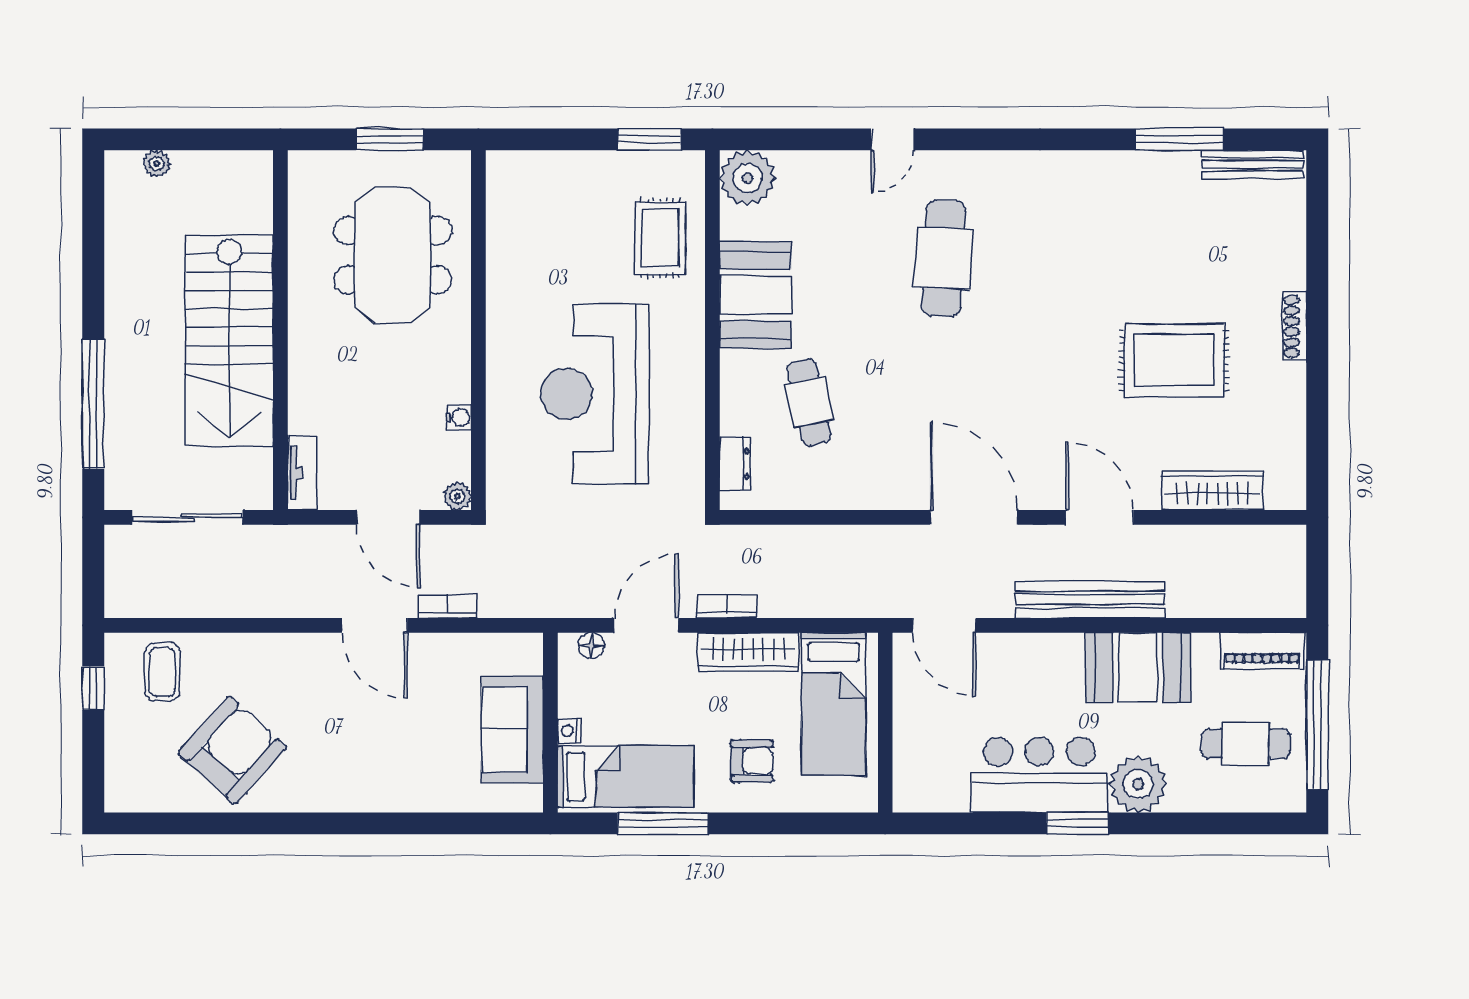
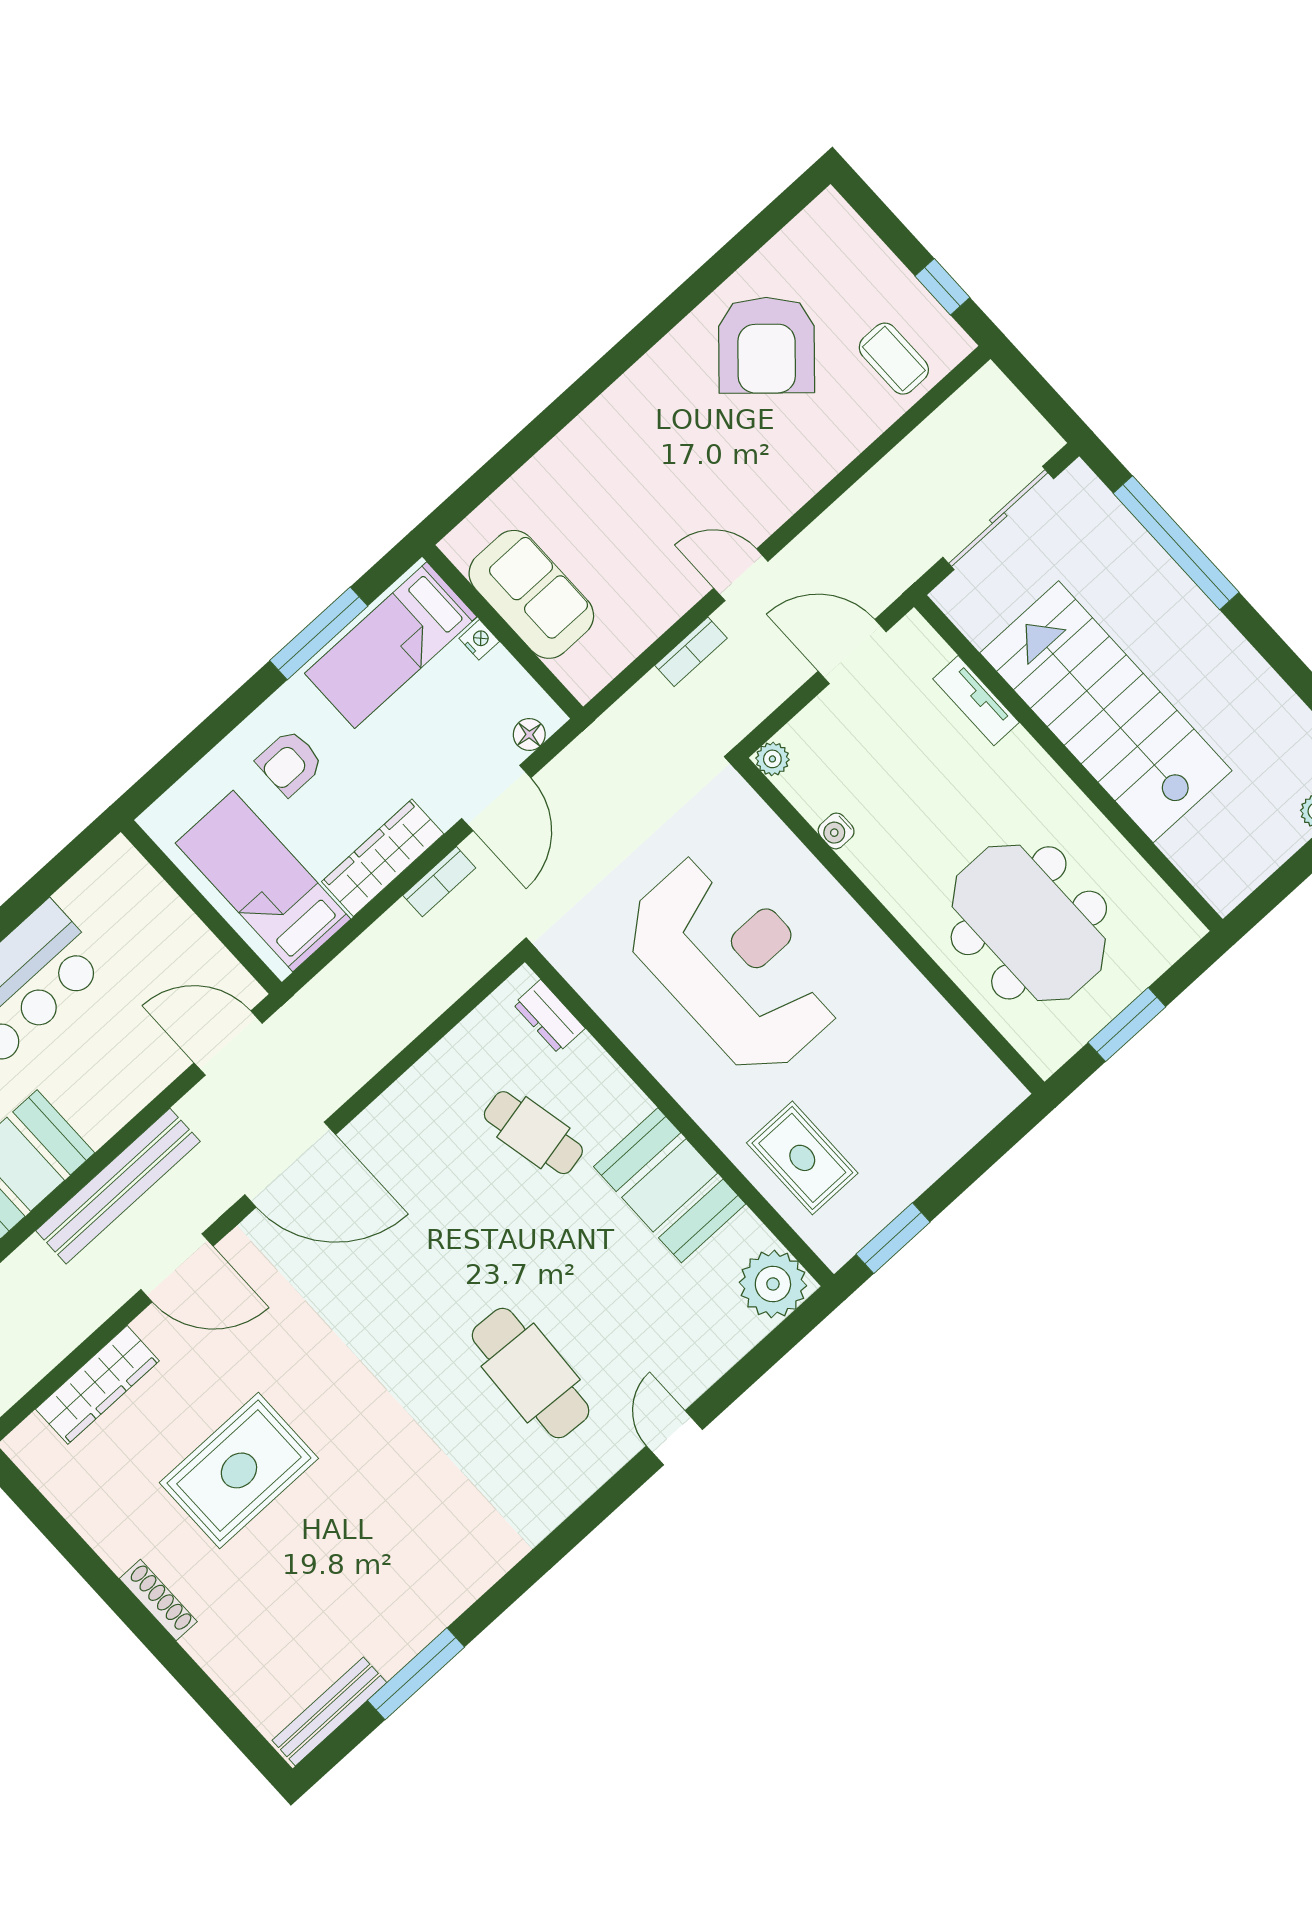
tv unit: (302, 473) -> (976, 701), moved
door: (388, 517) -> (852, 651), moved
door: (375, 625) -> (741, 575), width x0.73

